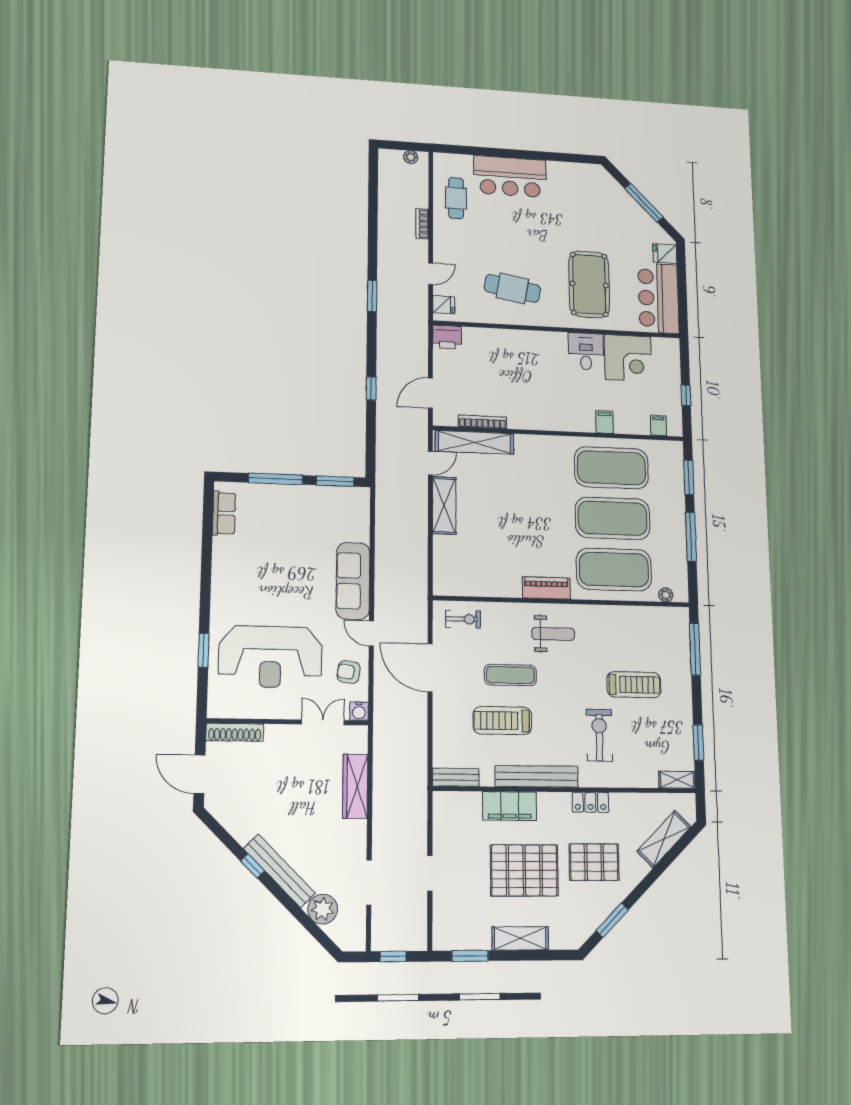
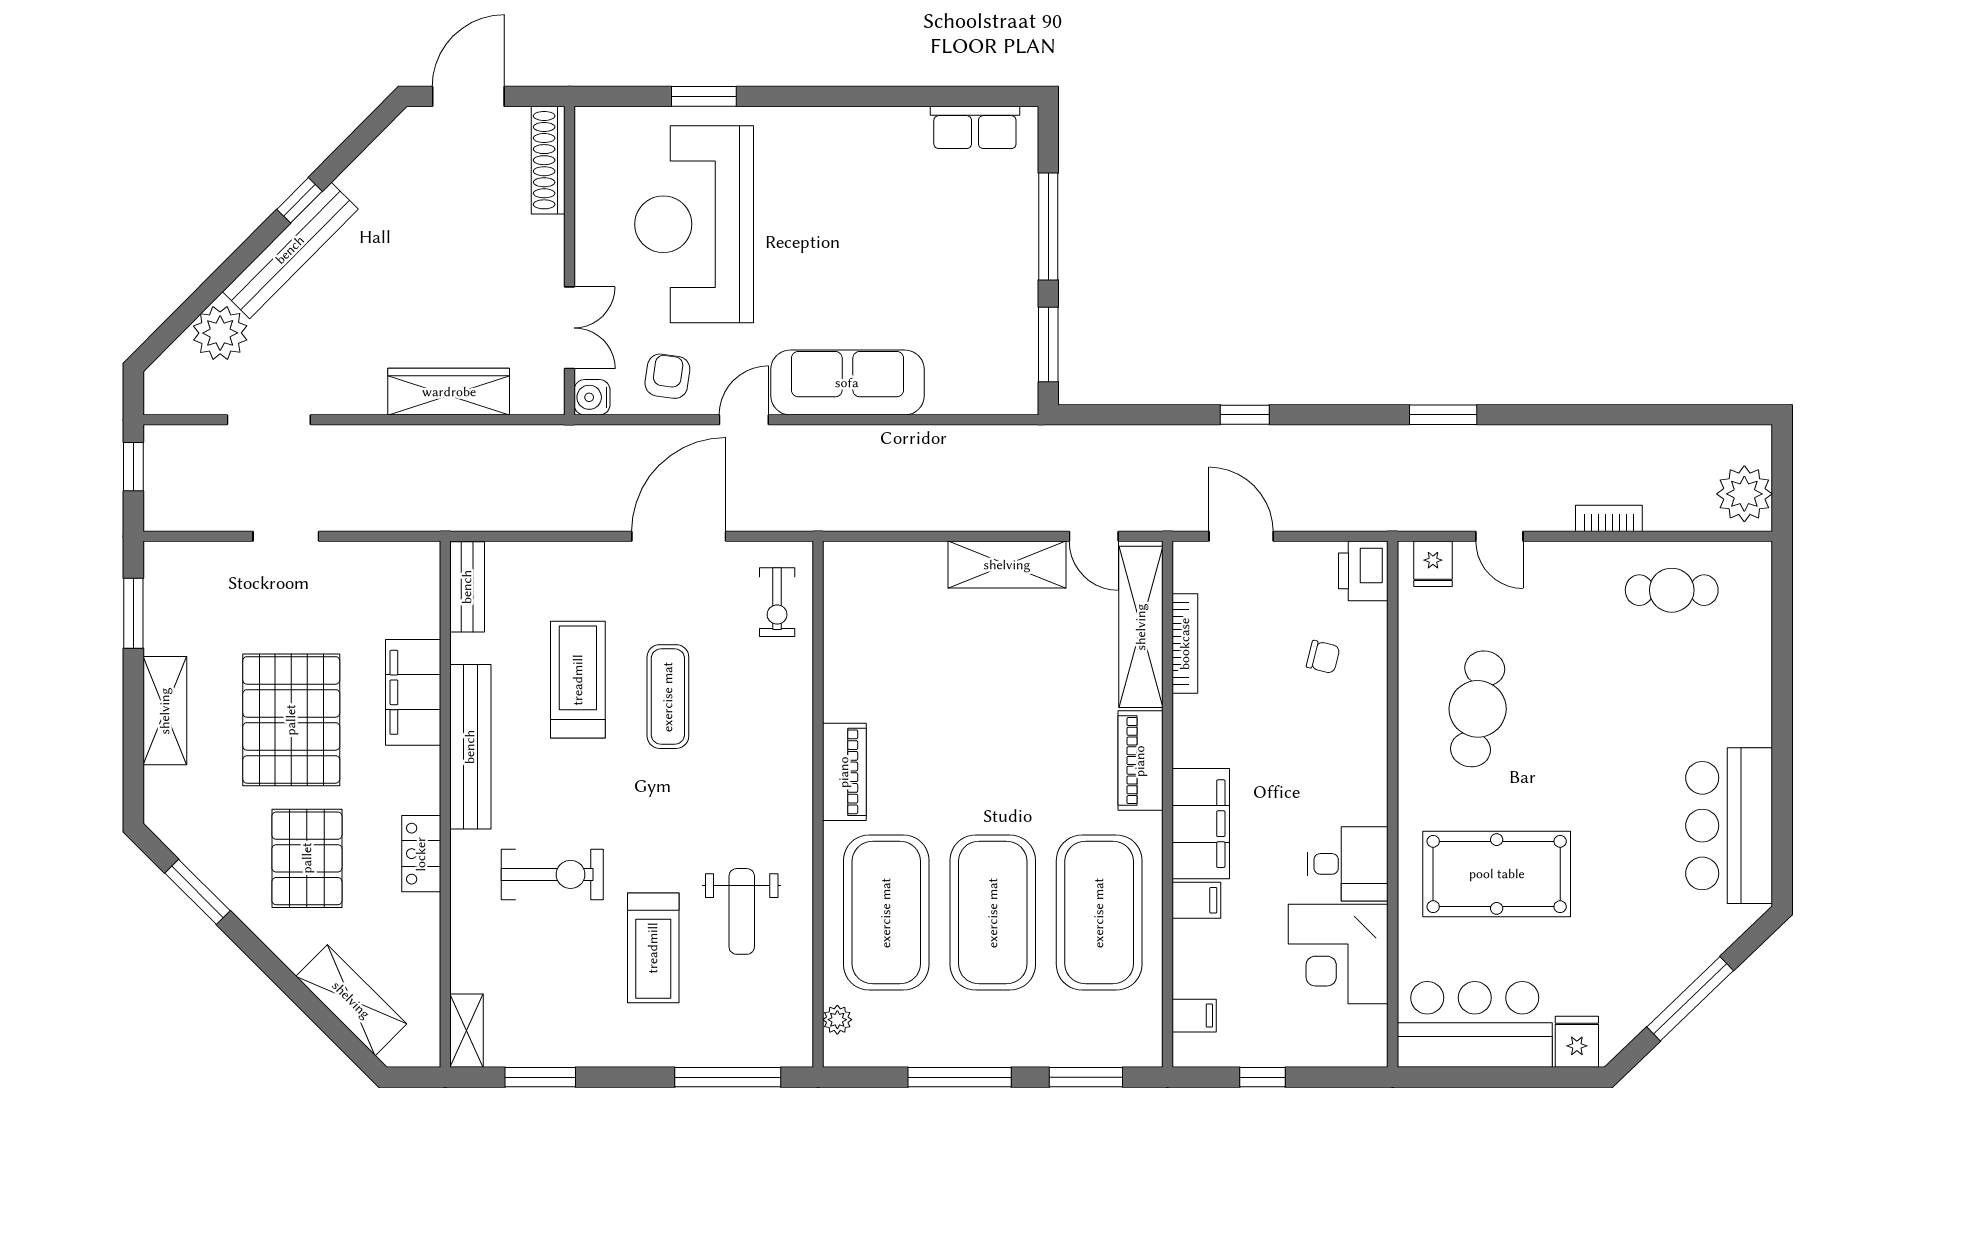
plant: (411, 157) -> (1744, 494), width x1.87, depth x1.87
bar counter: (510, 177) -> (1729, 826), moved
chair: (488, 358) -> (1323, 657), added
filing cabinet: (568, 418) -> (1201, 824), added
piano: (539, 445) -> (1140, 761), added
weight bench: (553, 634) -> (742, 911), moved

